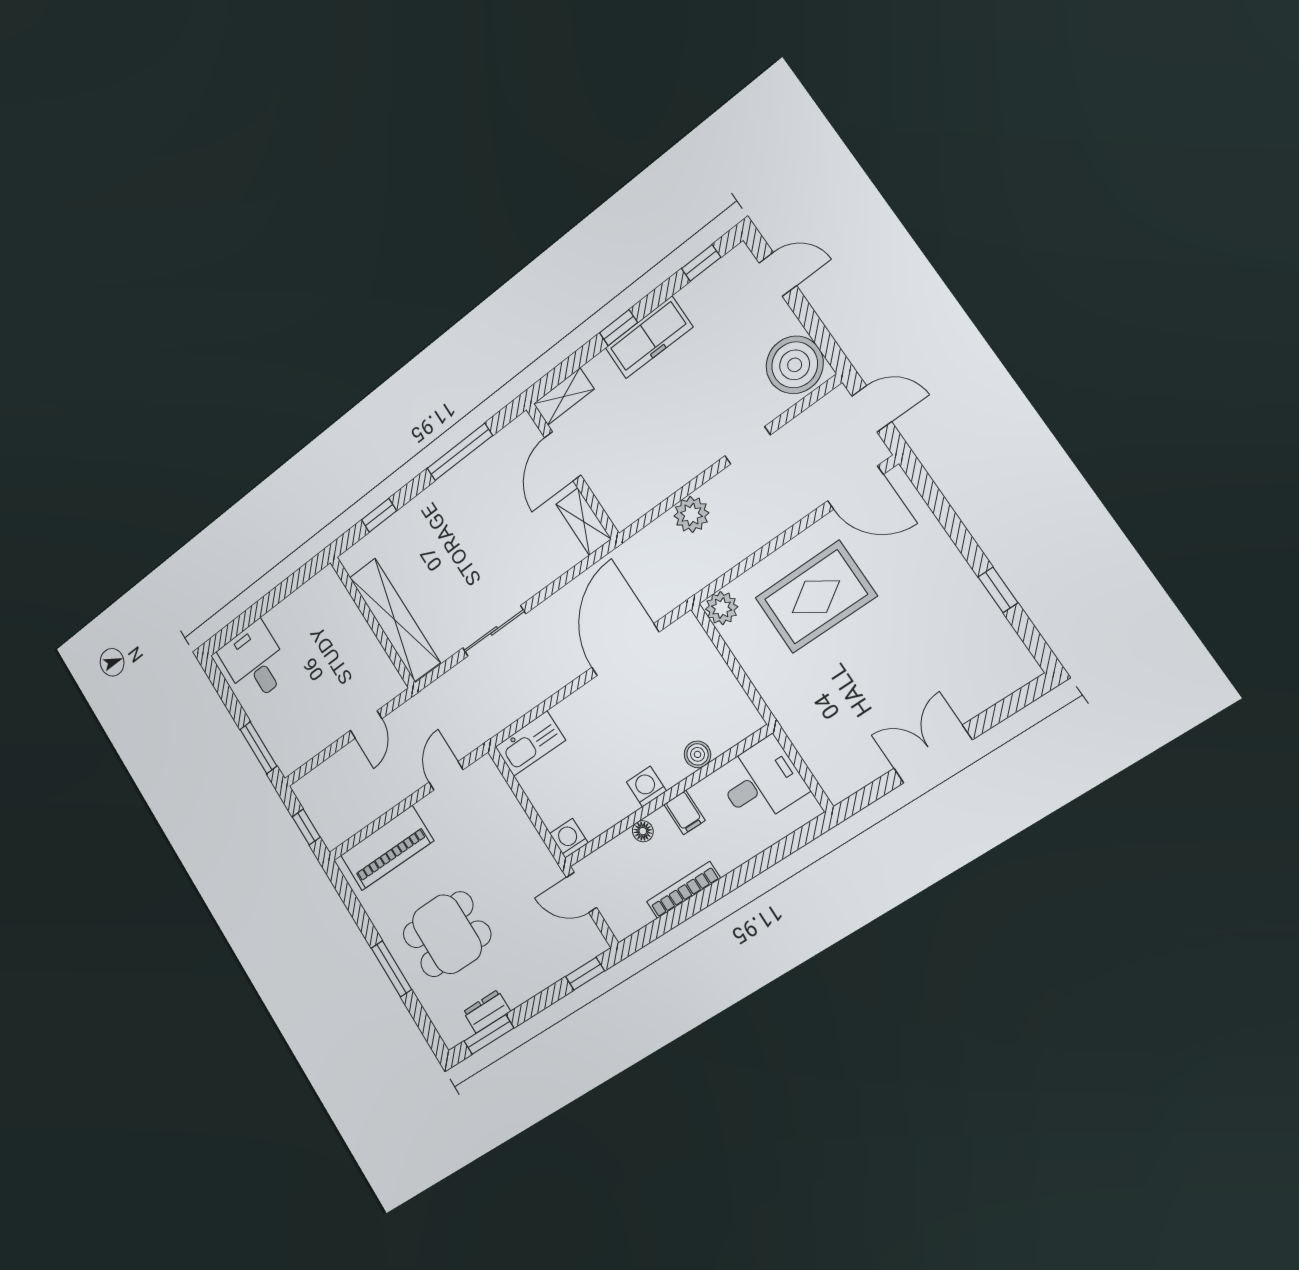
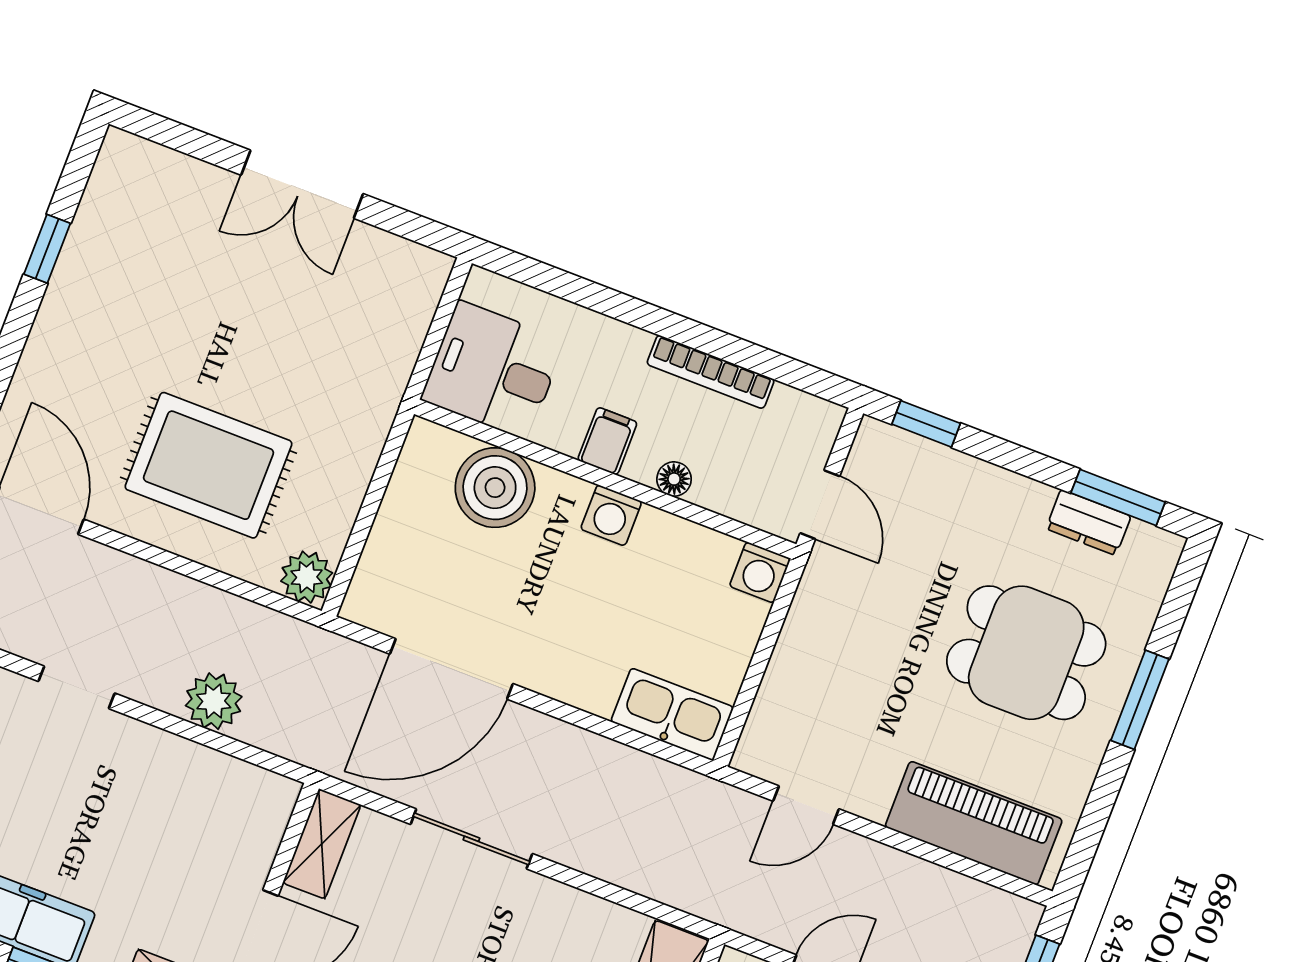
sliding door: (494, 631) -> (471, 839), moved
boiler: (698, 754) -> (495, 488), width x1.86, depth x1.86

